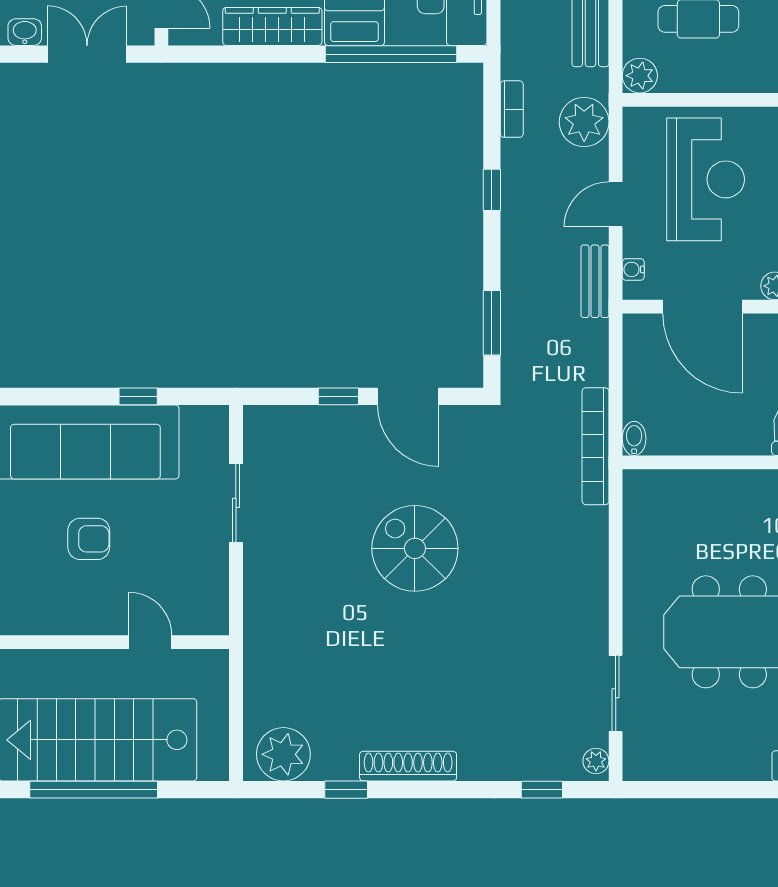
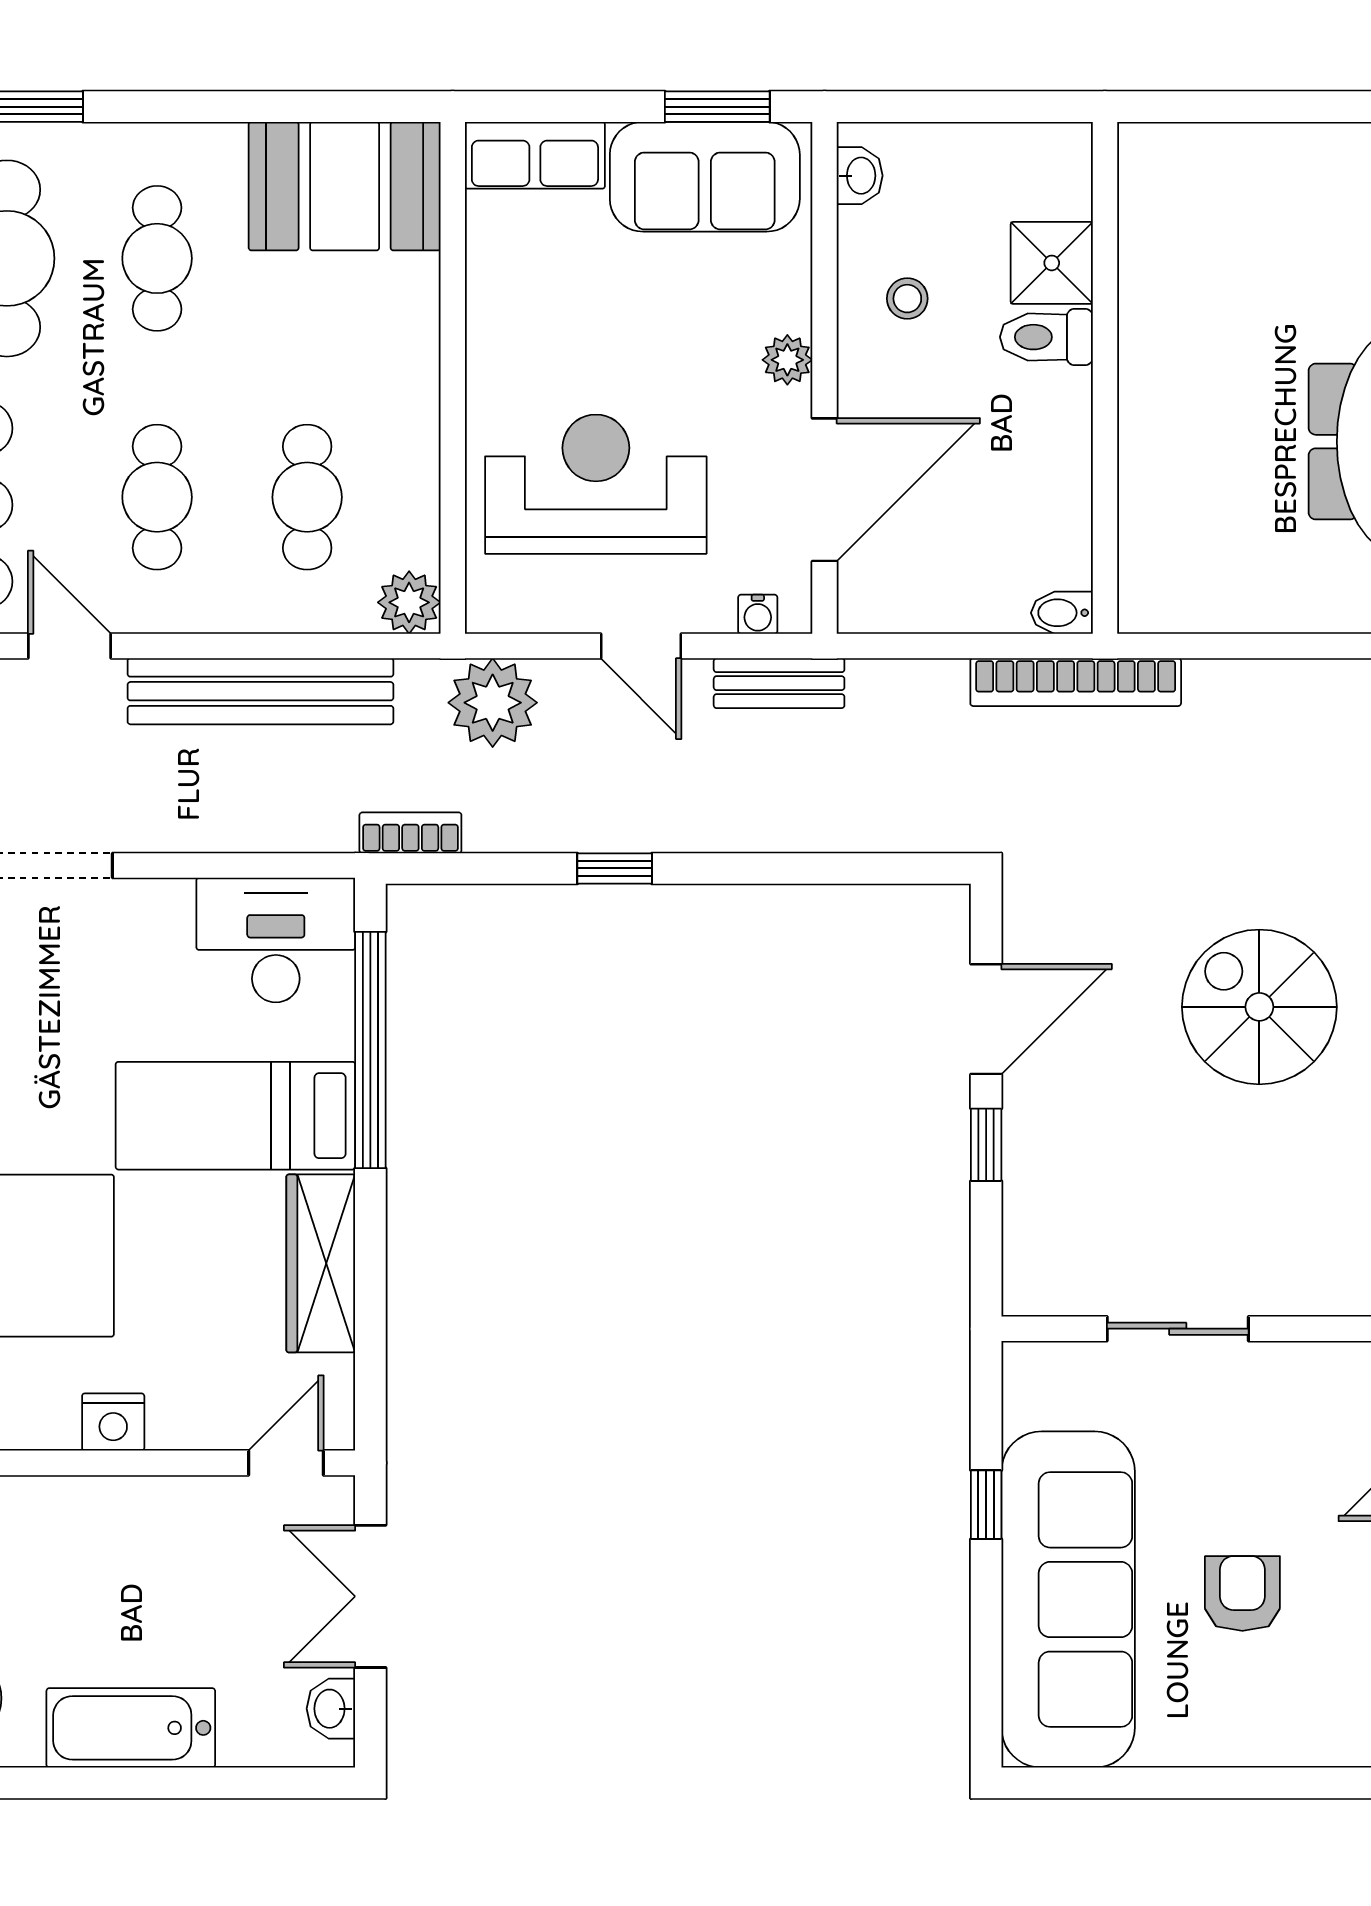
bookcase: (512, 109) -> (410, 833), moved
window: (492, 323) -> (854, 868), removed
spiral stairs: (415, 548) -> (1259, 1007), turned 90

